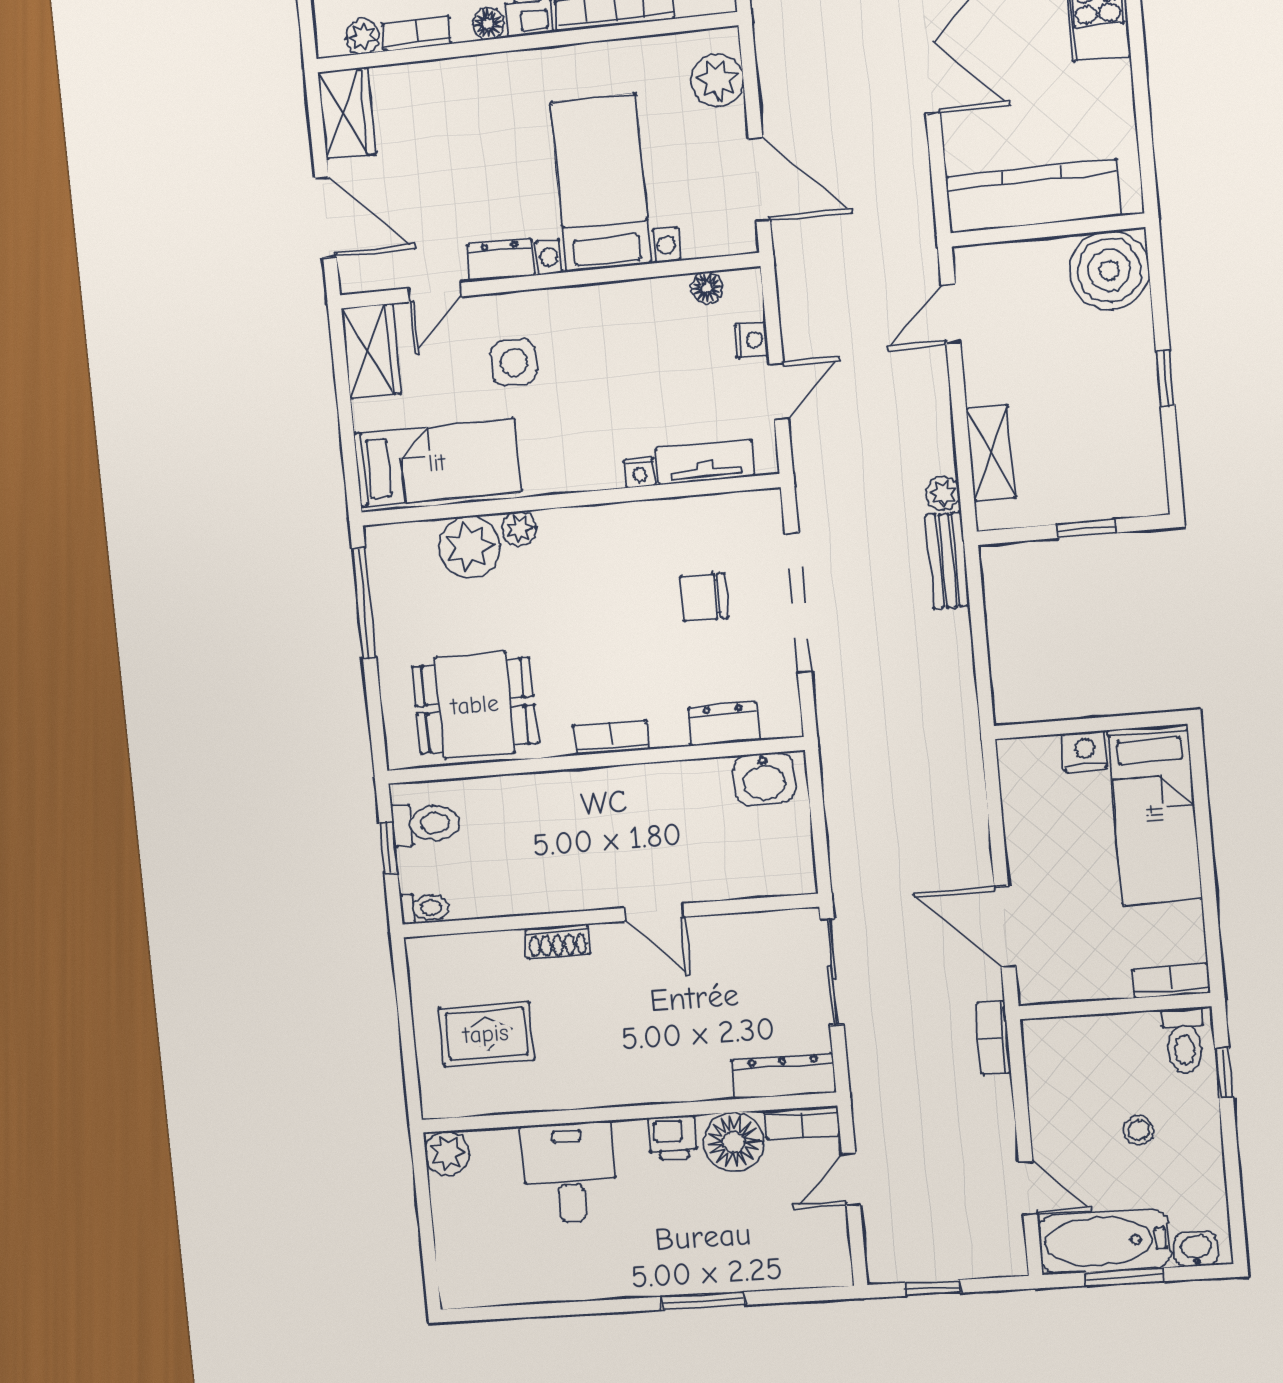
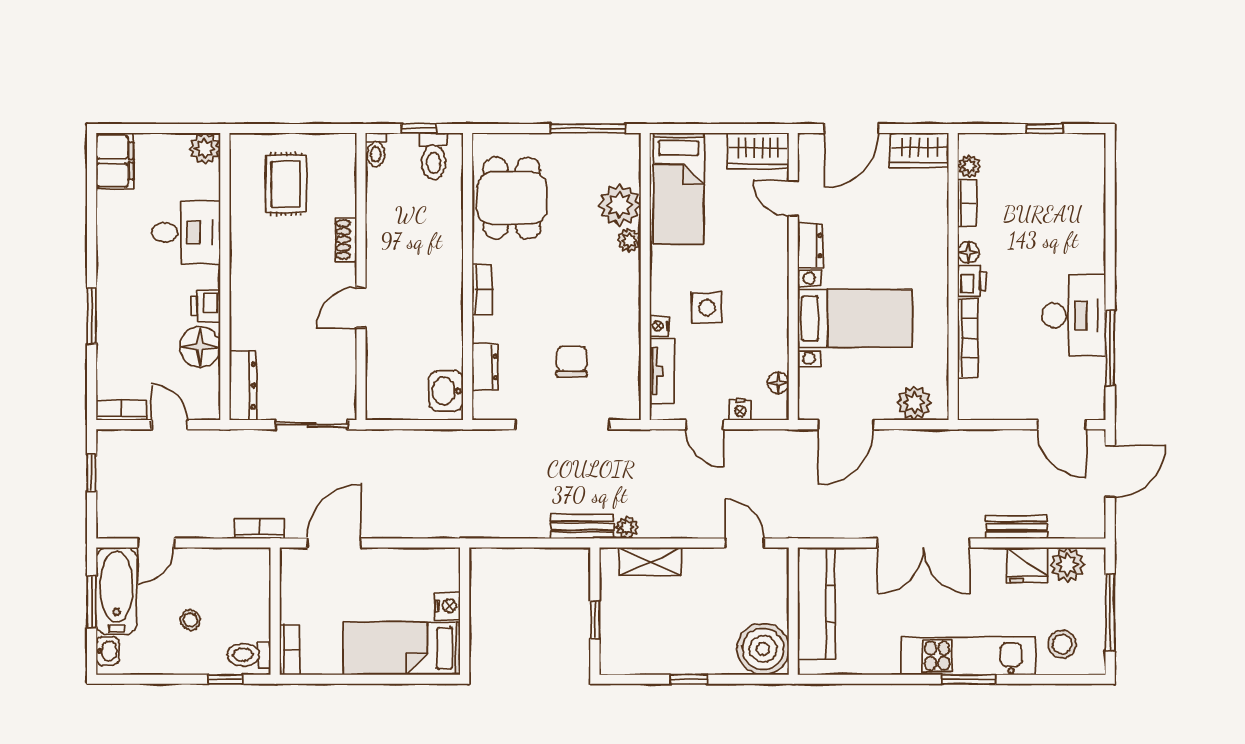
side table: (514, 363) -> (707, 308), moved
bookcase: (802, 1123) -> (121, 410), moved, turned 90
filing cabinet: (478, 1281) -> (115, 161), added

